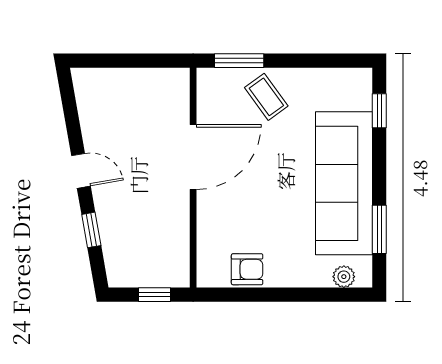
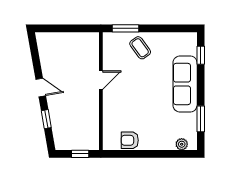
door: (193, 157) -> (101, 80), width x0.53
sofa: (344, 183) -> (185, 84), width x0.74, depth x0.79
armchair: (247, 269) -> (130, 140), turned 180

